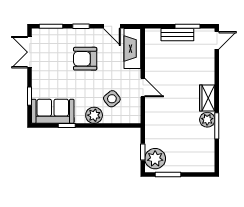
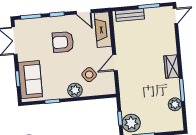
bench: (177, 35) -> (130, 15), moved
door: (143, 88) -> (115, 63), swing flipped
sofa: (53, 111) -> (30, 80), moved, turned 90
plant: (207, 120) -> (175, 104), moved

